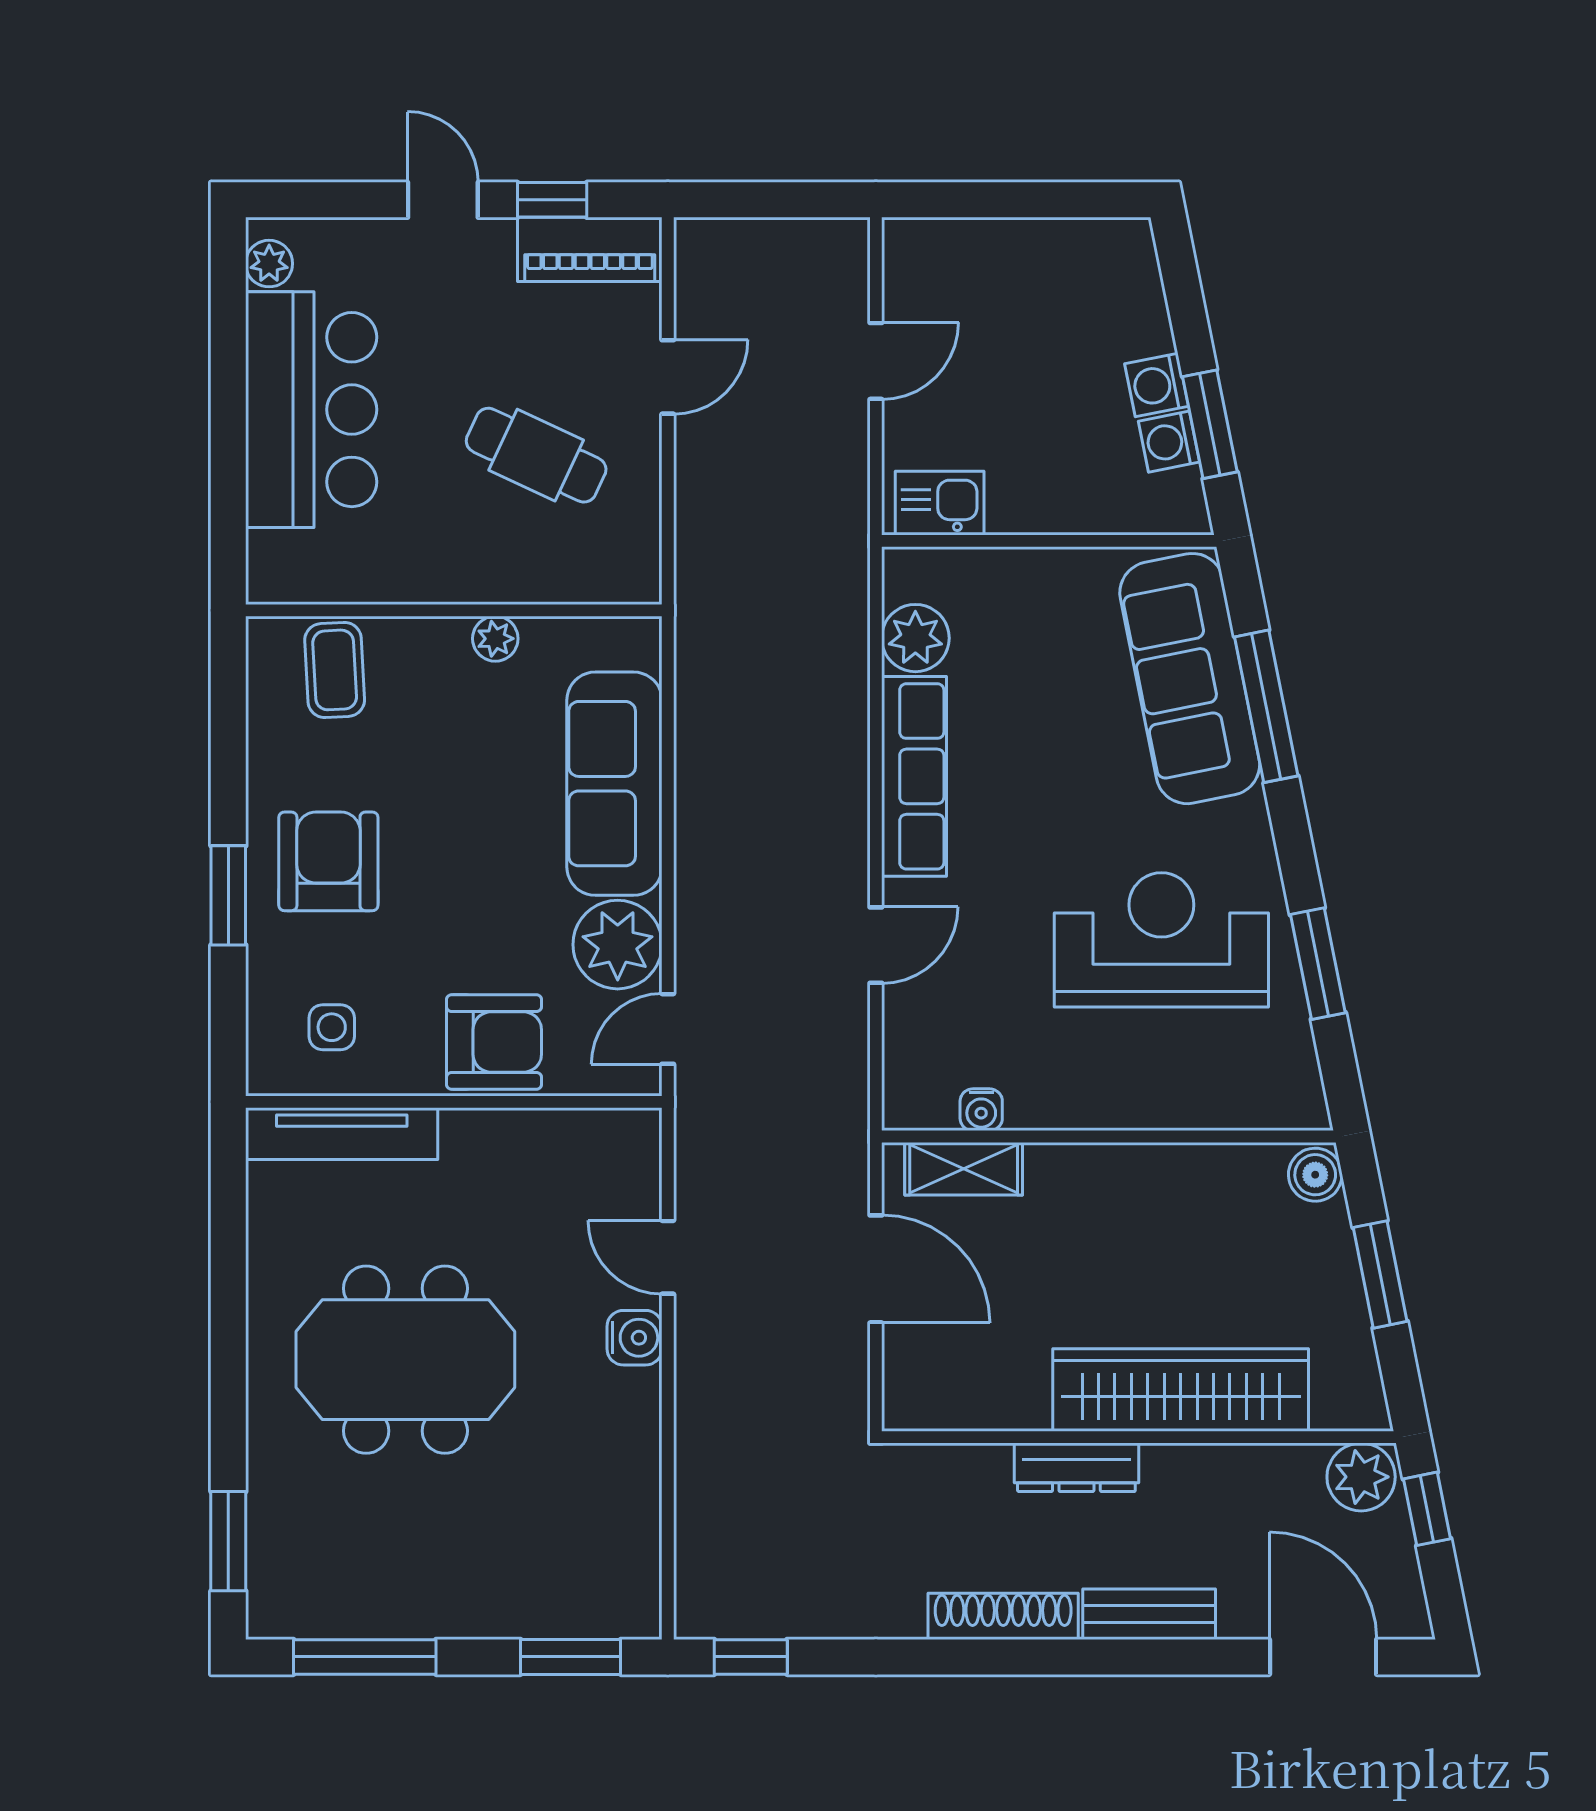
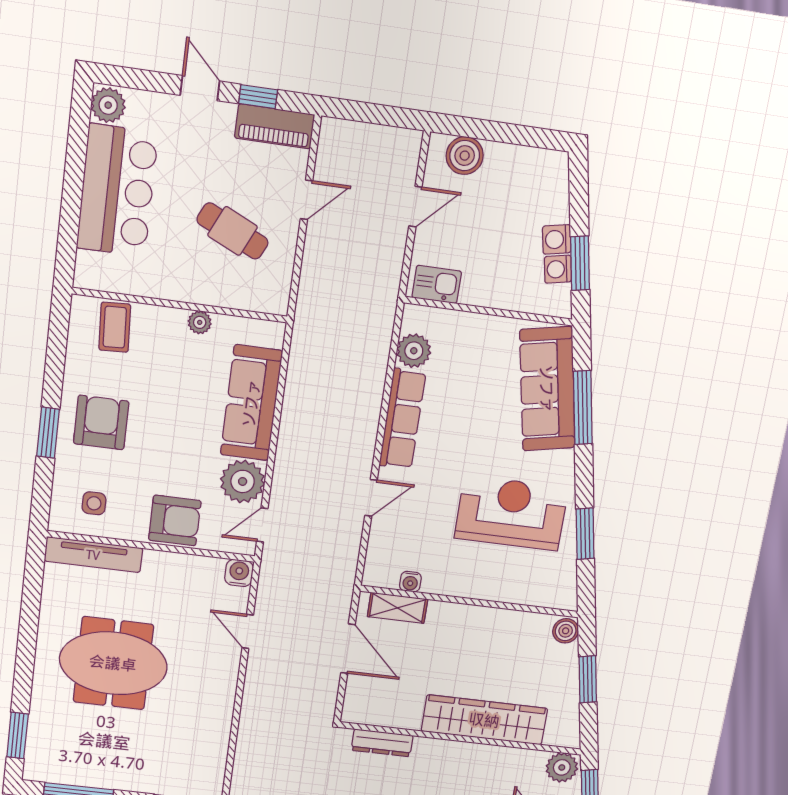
boiler: (954, 253) -> (465, 156), added
plant: (269, 264) -> (108, 105), width x1.38, depth x1.38
water cooler: (635, 1338) -> (239, 573), moved, turned -90
dresser: (1076, 1467) -> (382, 743), moved

